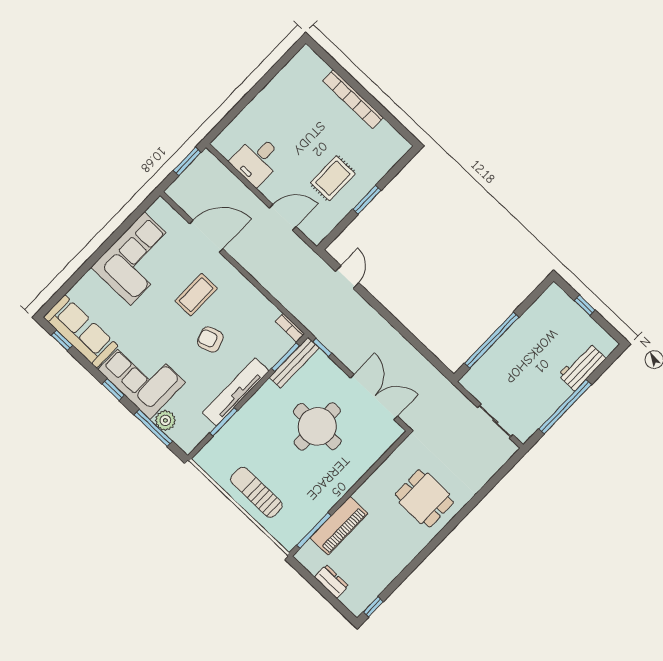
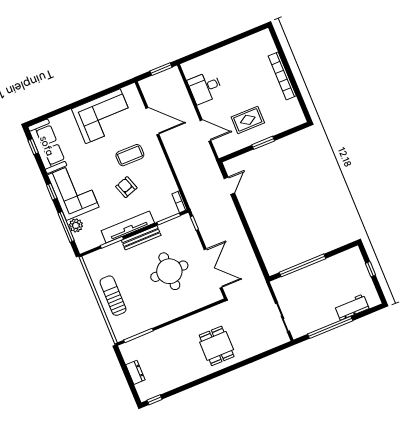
bench: (294, 363) -> (141, 238), moved
piano: (339, 526) -> (156, 339), removed

